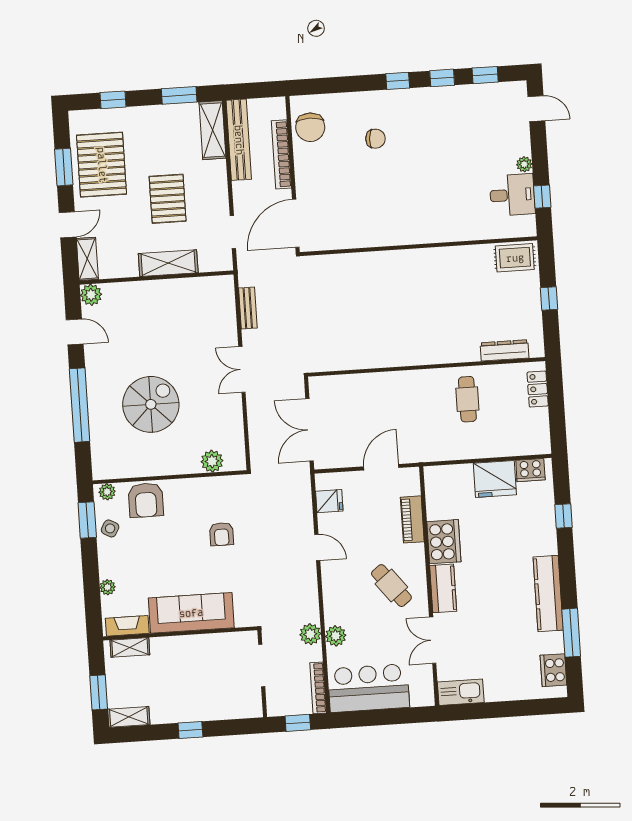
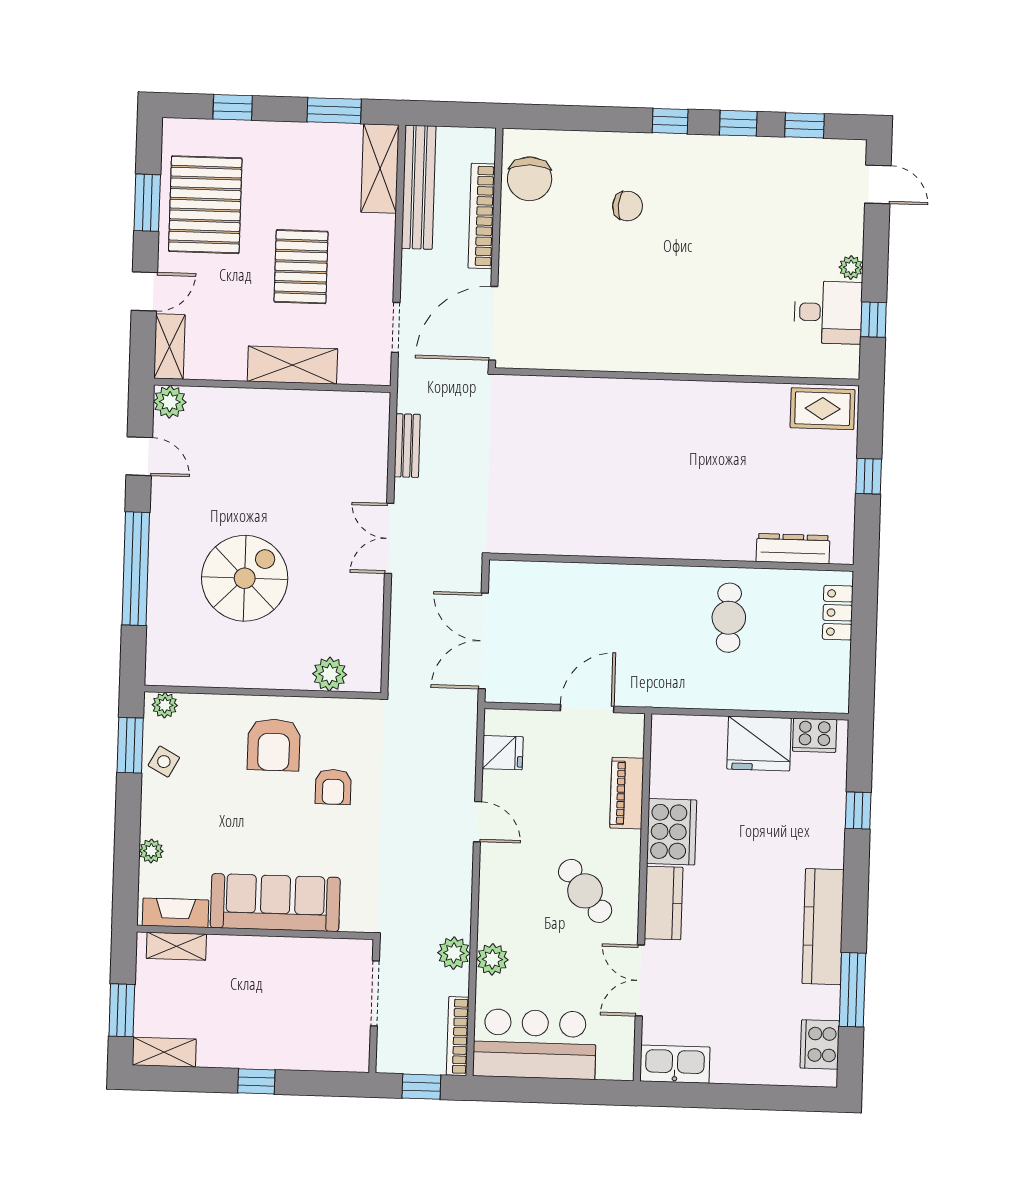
armchair: (146, 500) -> (274, 745), moved

